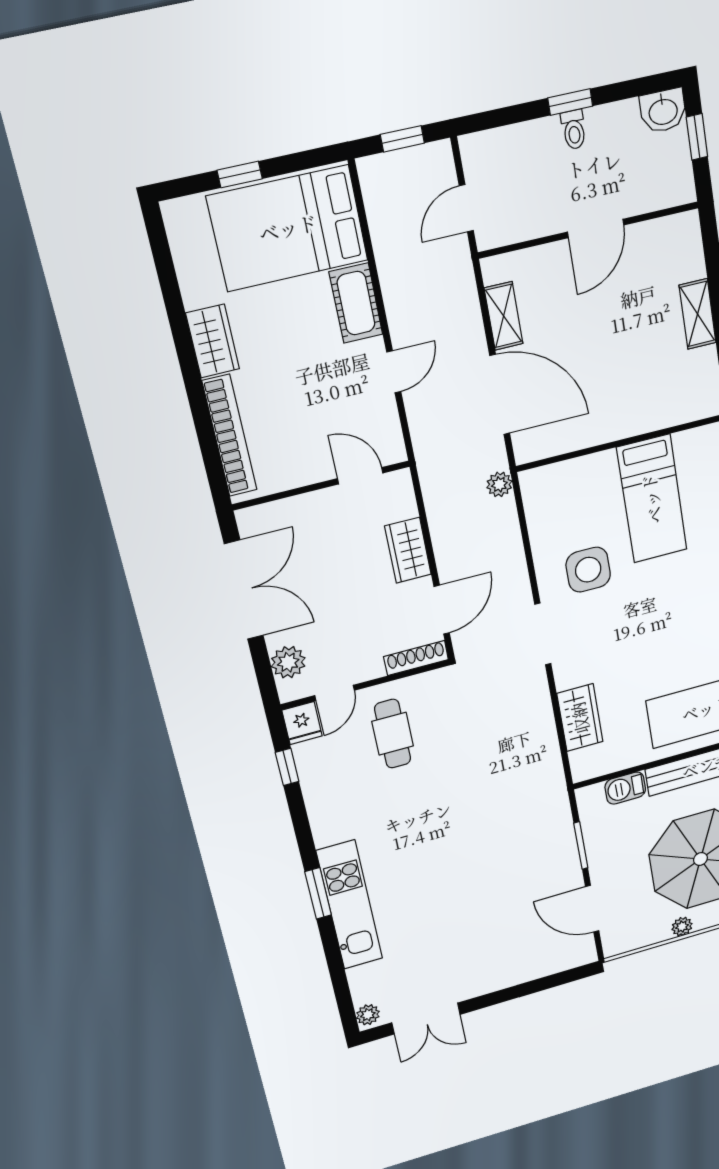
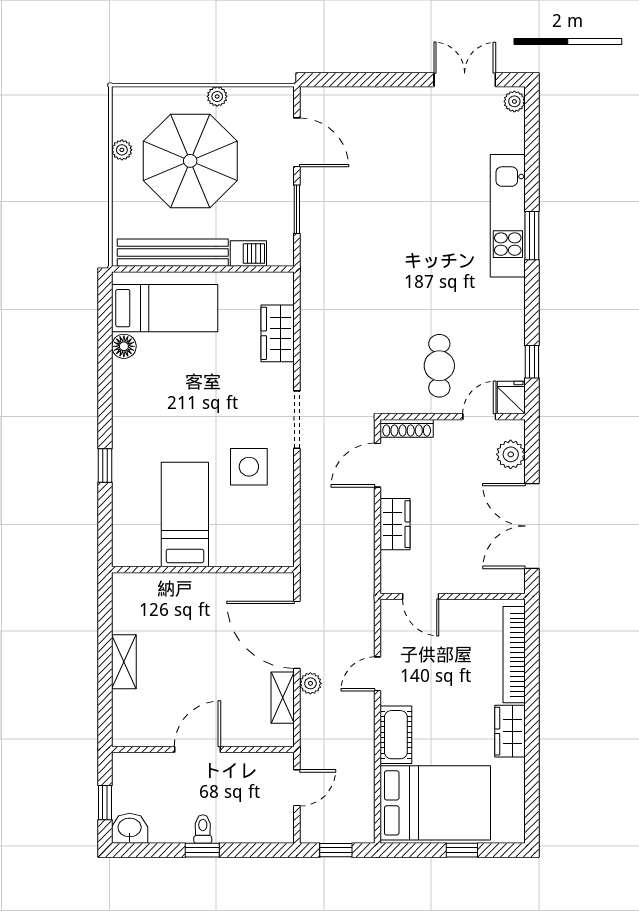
plant: (499, 484) -> (310, 683), moved

